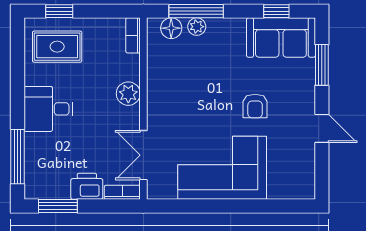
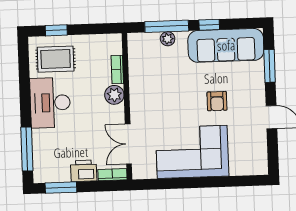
window: (276, 11) -> (209, 25), moved
floor lamp: (171, 28) -> (147, 41), removed
bookcase: (133, 35) -> (117, 69), moved
sofa: (281, 38) -> (226, 45), width x1.36
desk: (48, 109) -> (50, 103), width x1.37

